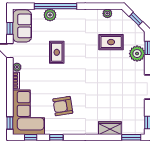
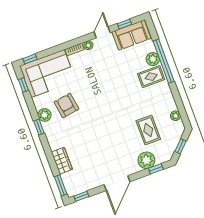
rug: (57, 52) -> (151, 77), moved
plant: (64, 128) -> (45, 115), added
window: (56, 137) -> (39, 127), moved

